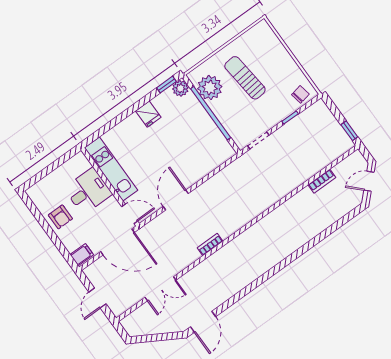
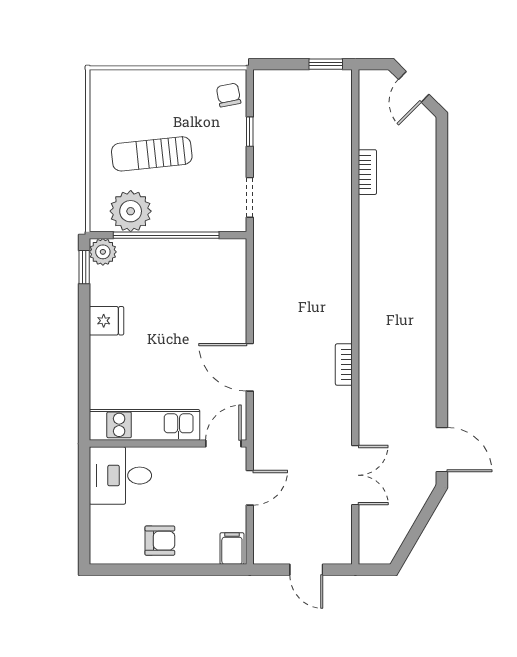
bookcase: (322, 181) -> (367, 172), moved
desk: (88, 191) -> (120, 476), moved, turned -90
door: (117, 242) -> (250, 488), width x0.53

